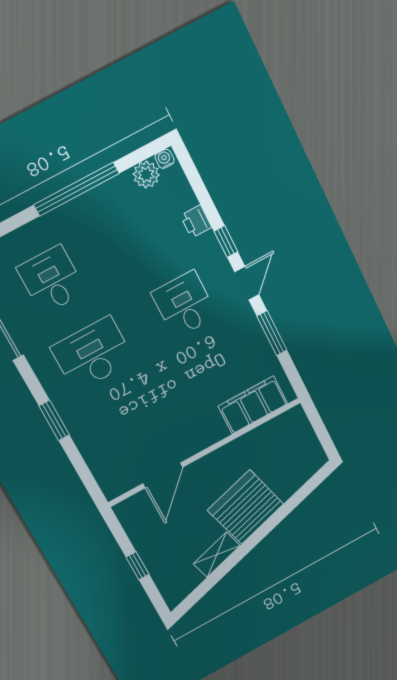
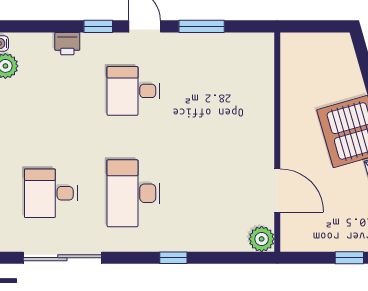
filing cabinet: (253, 405) -> (258, 76), removed
window: (54, 420) -> (173, 258), width x0.67
plant: (113, 486) -> (262, 239), added

